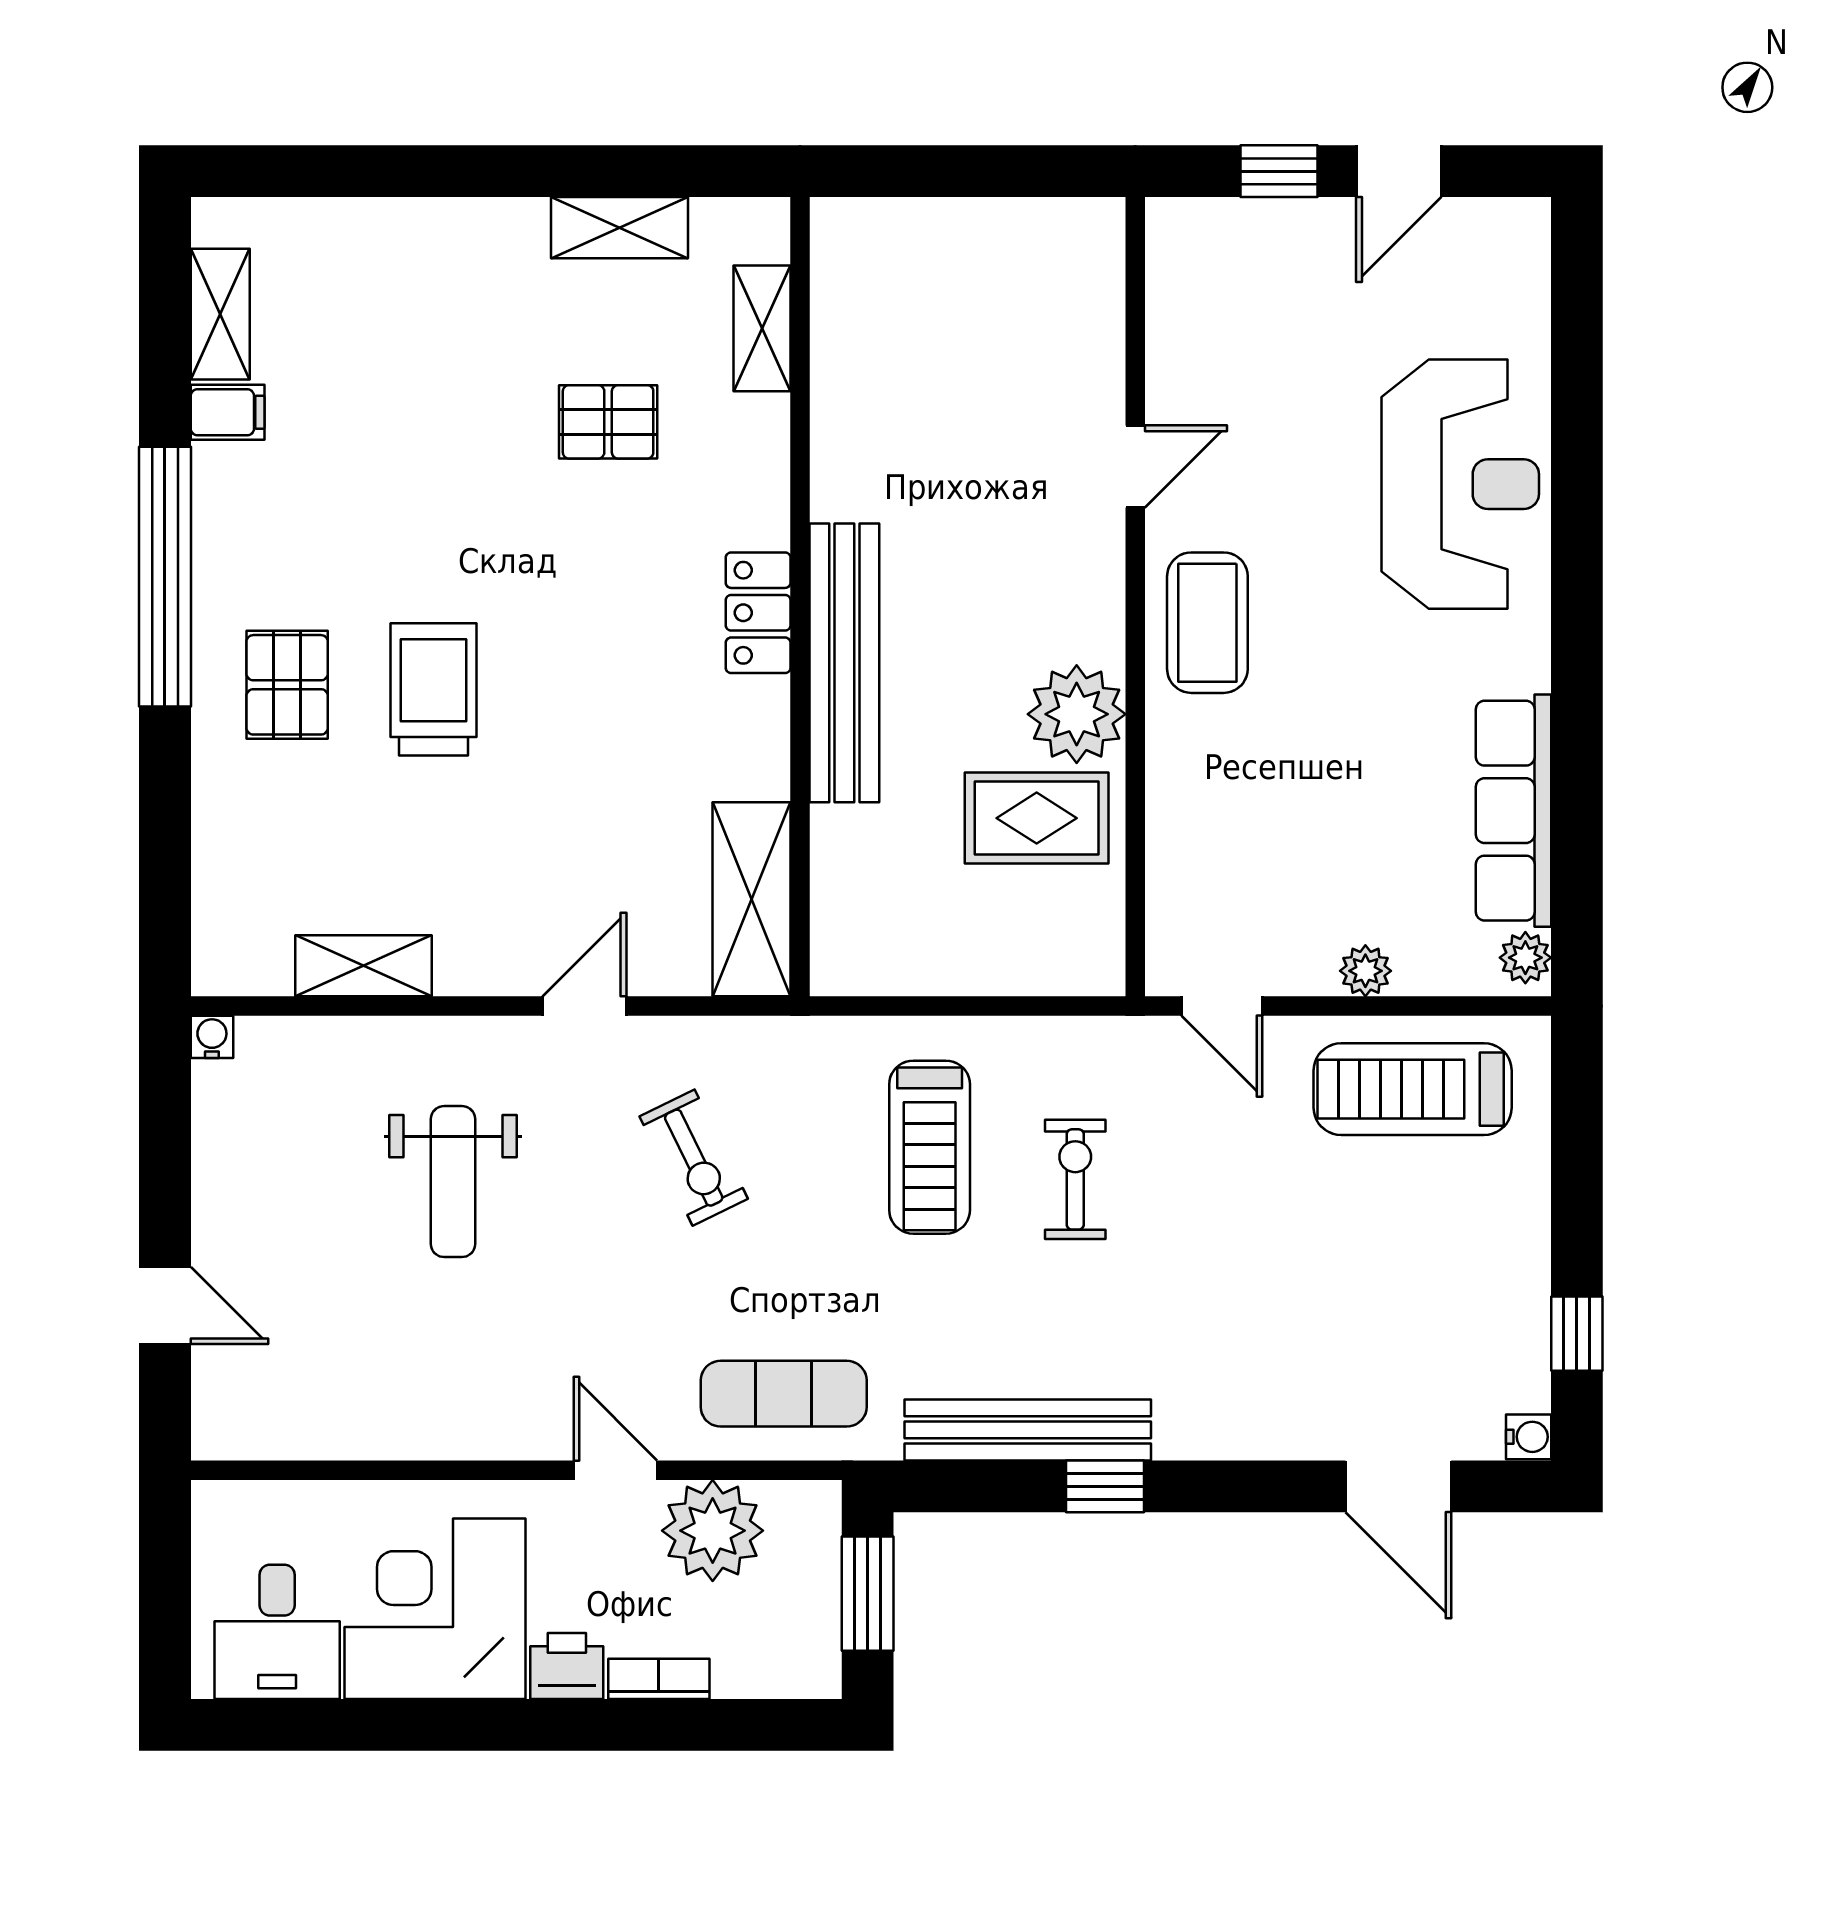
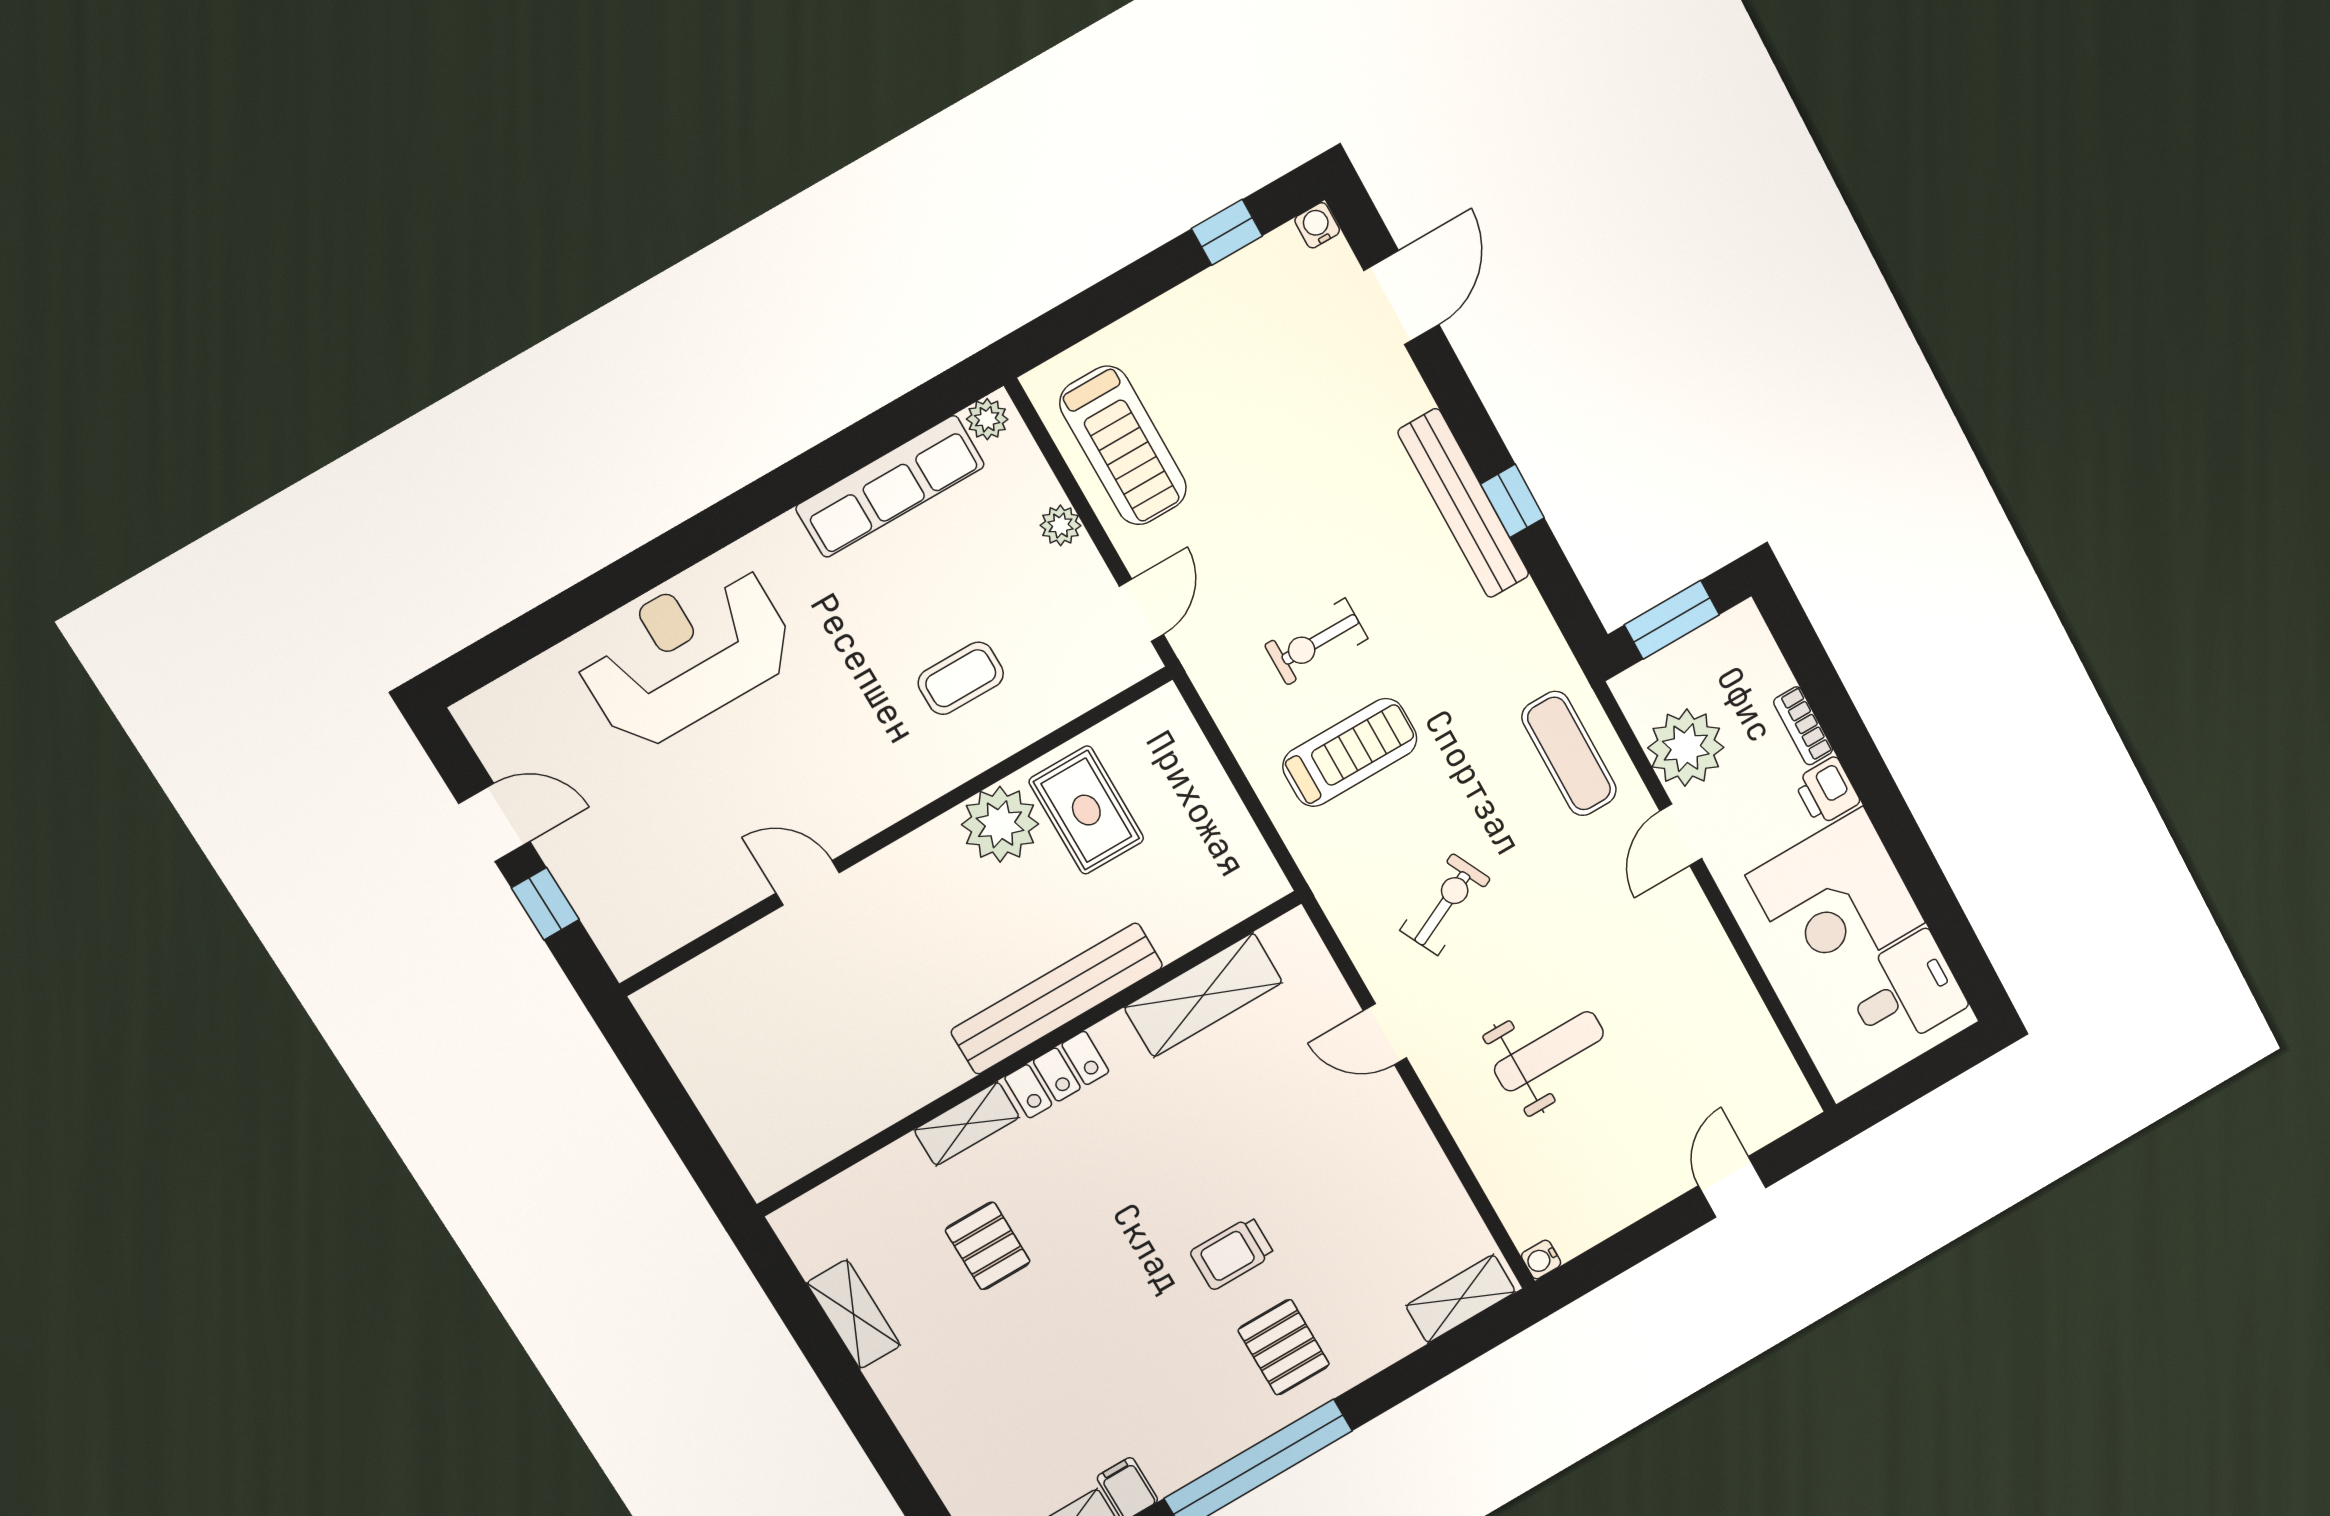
shelving: (762, 328) -> (967, 1124), moved
coffee table: (1207, 623) -> (961, 678), moved, width x0.73, depth x0.77
pallet: (287, 685) -> (1284, 1347), turned 90
trolley: (433, 689) -> (1232, 1253), width x0.73, depth x0.72
shelving: (751, 899) -> (1203, 995), moved
shelving: (364, 966) -> (1461, 1299), moved, turned 90
bench: (1028, 1430) -> (1463, 503), moved

